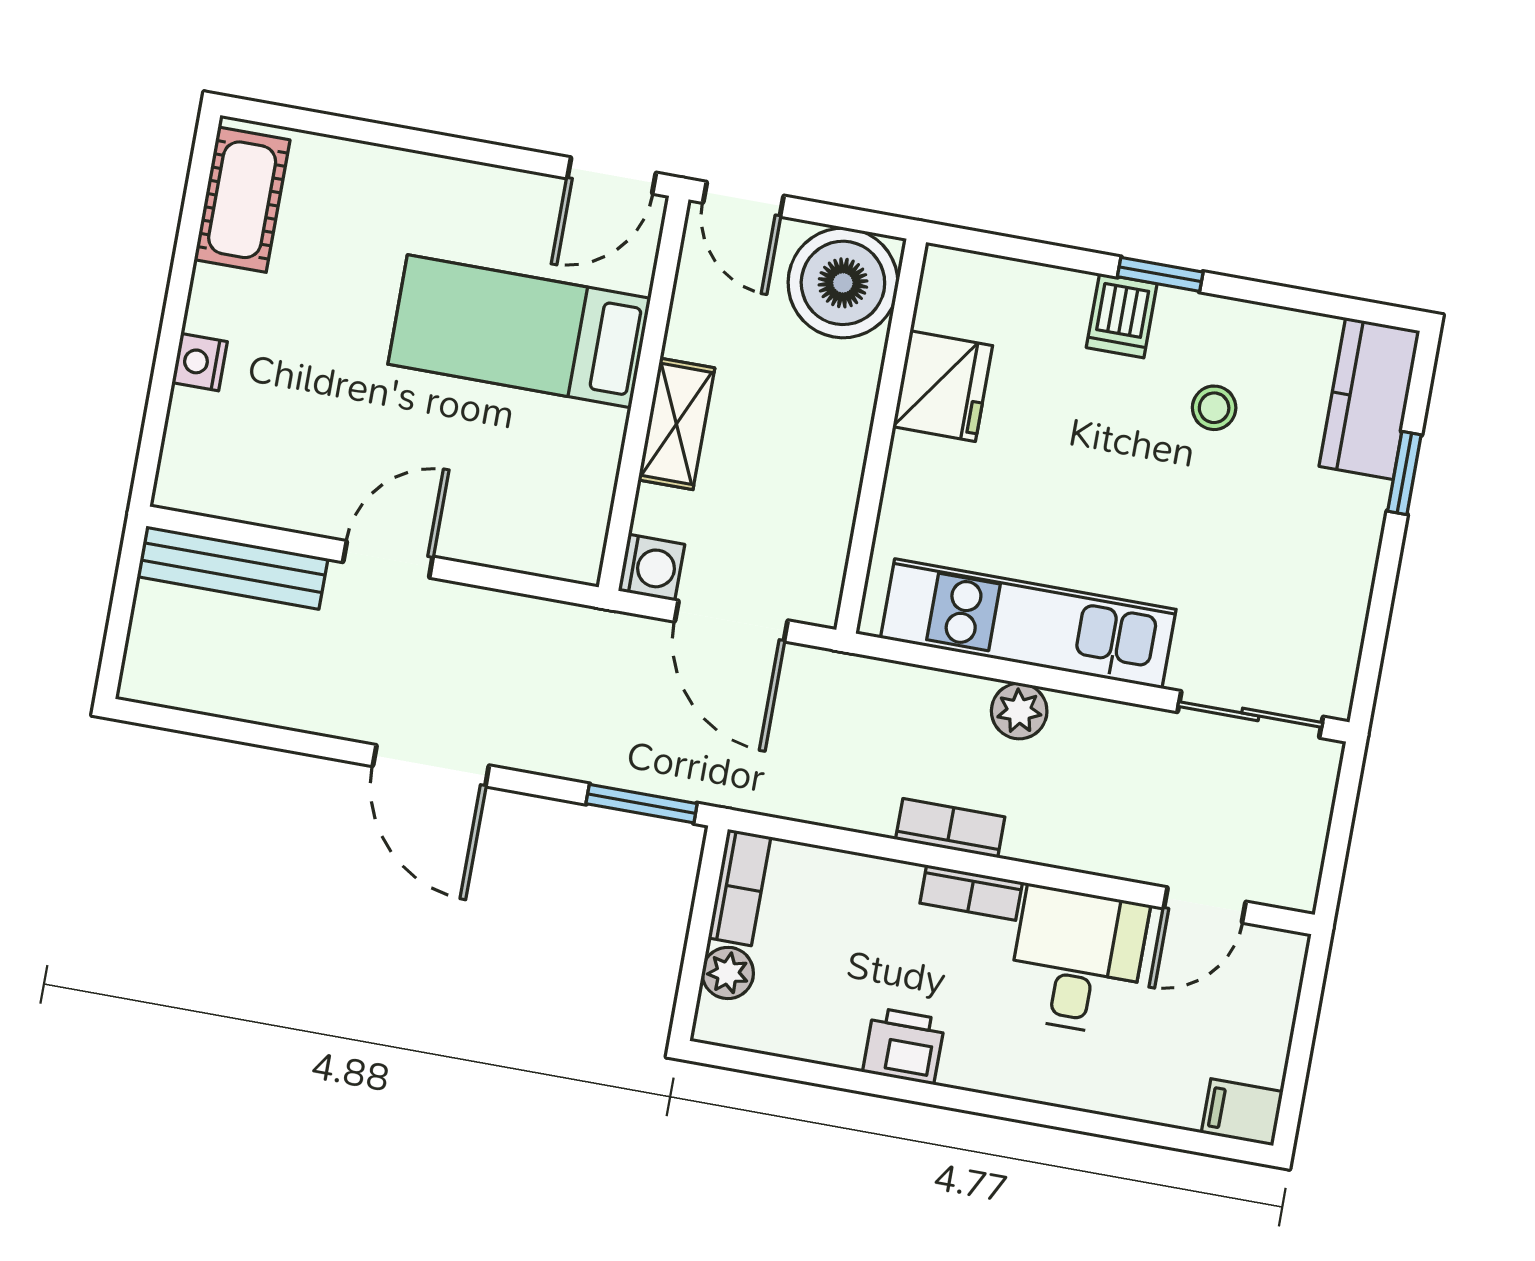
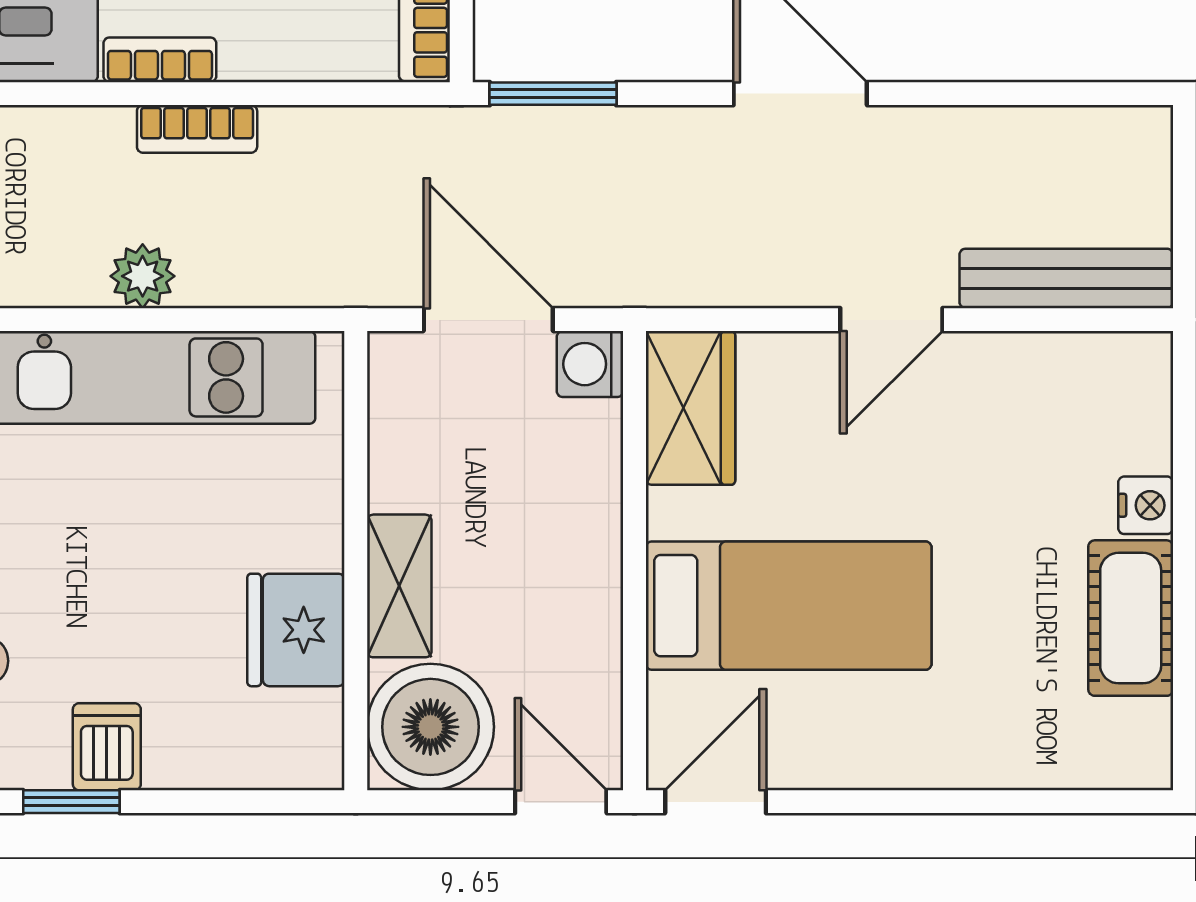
cot: (242, 200) -> (1131, 618), moved
shelving: (676, 424) -> (399, 586), moved
wardrobe: (573, 515) -> (690, 408), added

